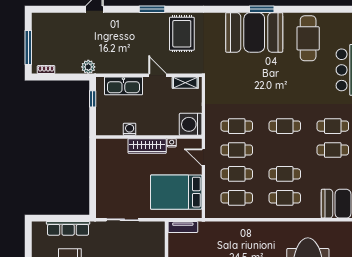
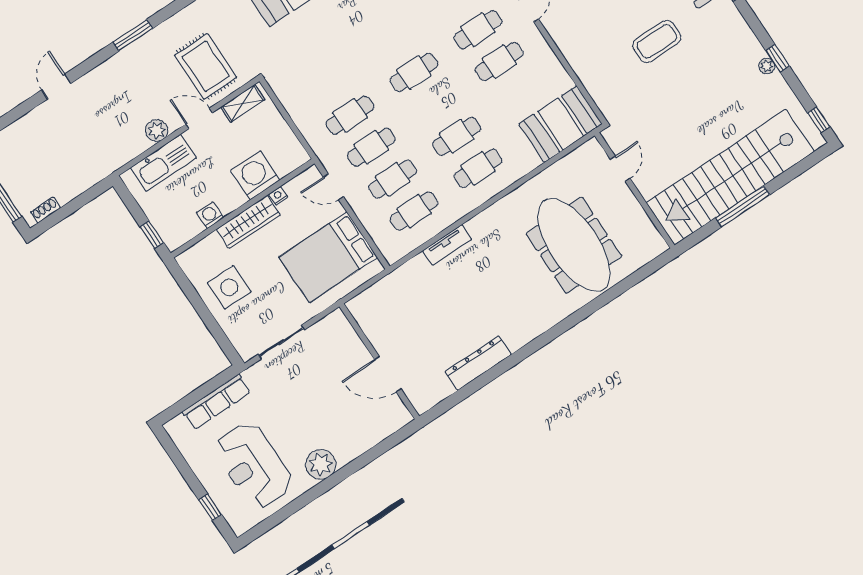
rug: (182, 34) -> (206, 66), moved
plant: (88, 67) -> (157, 130), moved
window: (93, 99) -> (152, 235), moved
washing machine: (191, 124) -> (255, 175), moved, turned 90
side table: (115, 173) -> (229, 287), added
tv unit: (183, 227) -> (447, 245), moved

